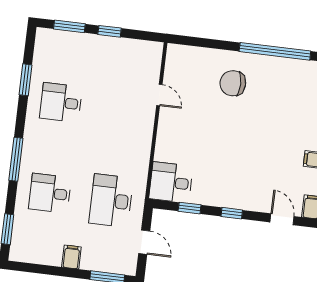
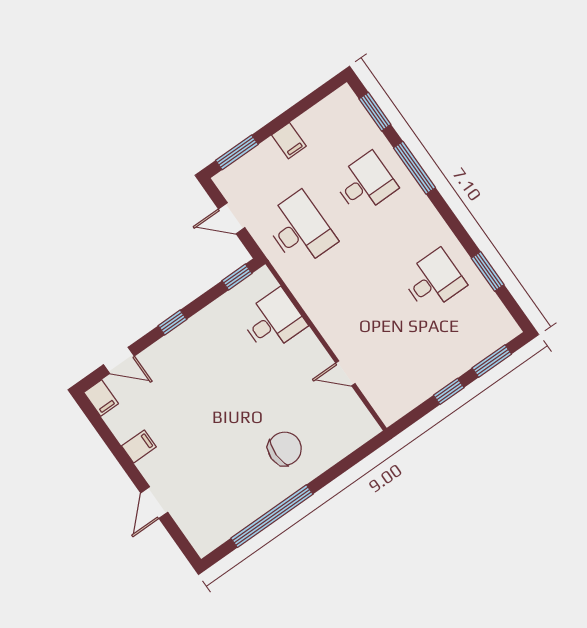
window: (16, 159) -> (414, 168), moved
desk: (171, 182) -> (273, 321), moved
window: (190, 208) -> (237, 277), moved

